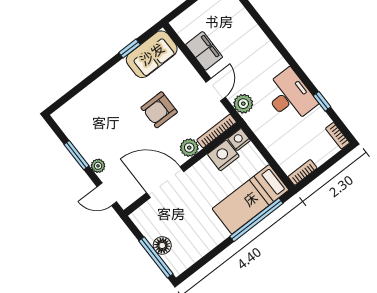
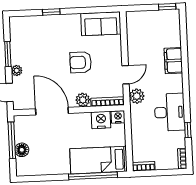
window: (130, 49) -> (51, 12), moved
filing cabinet: (204, 51) -> (173, 61), moved, turned 180
window: (156, 257) -> (12, 140), moved

